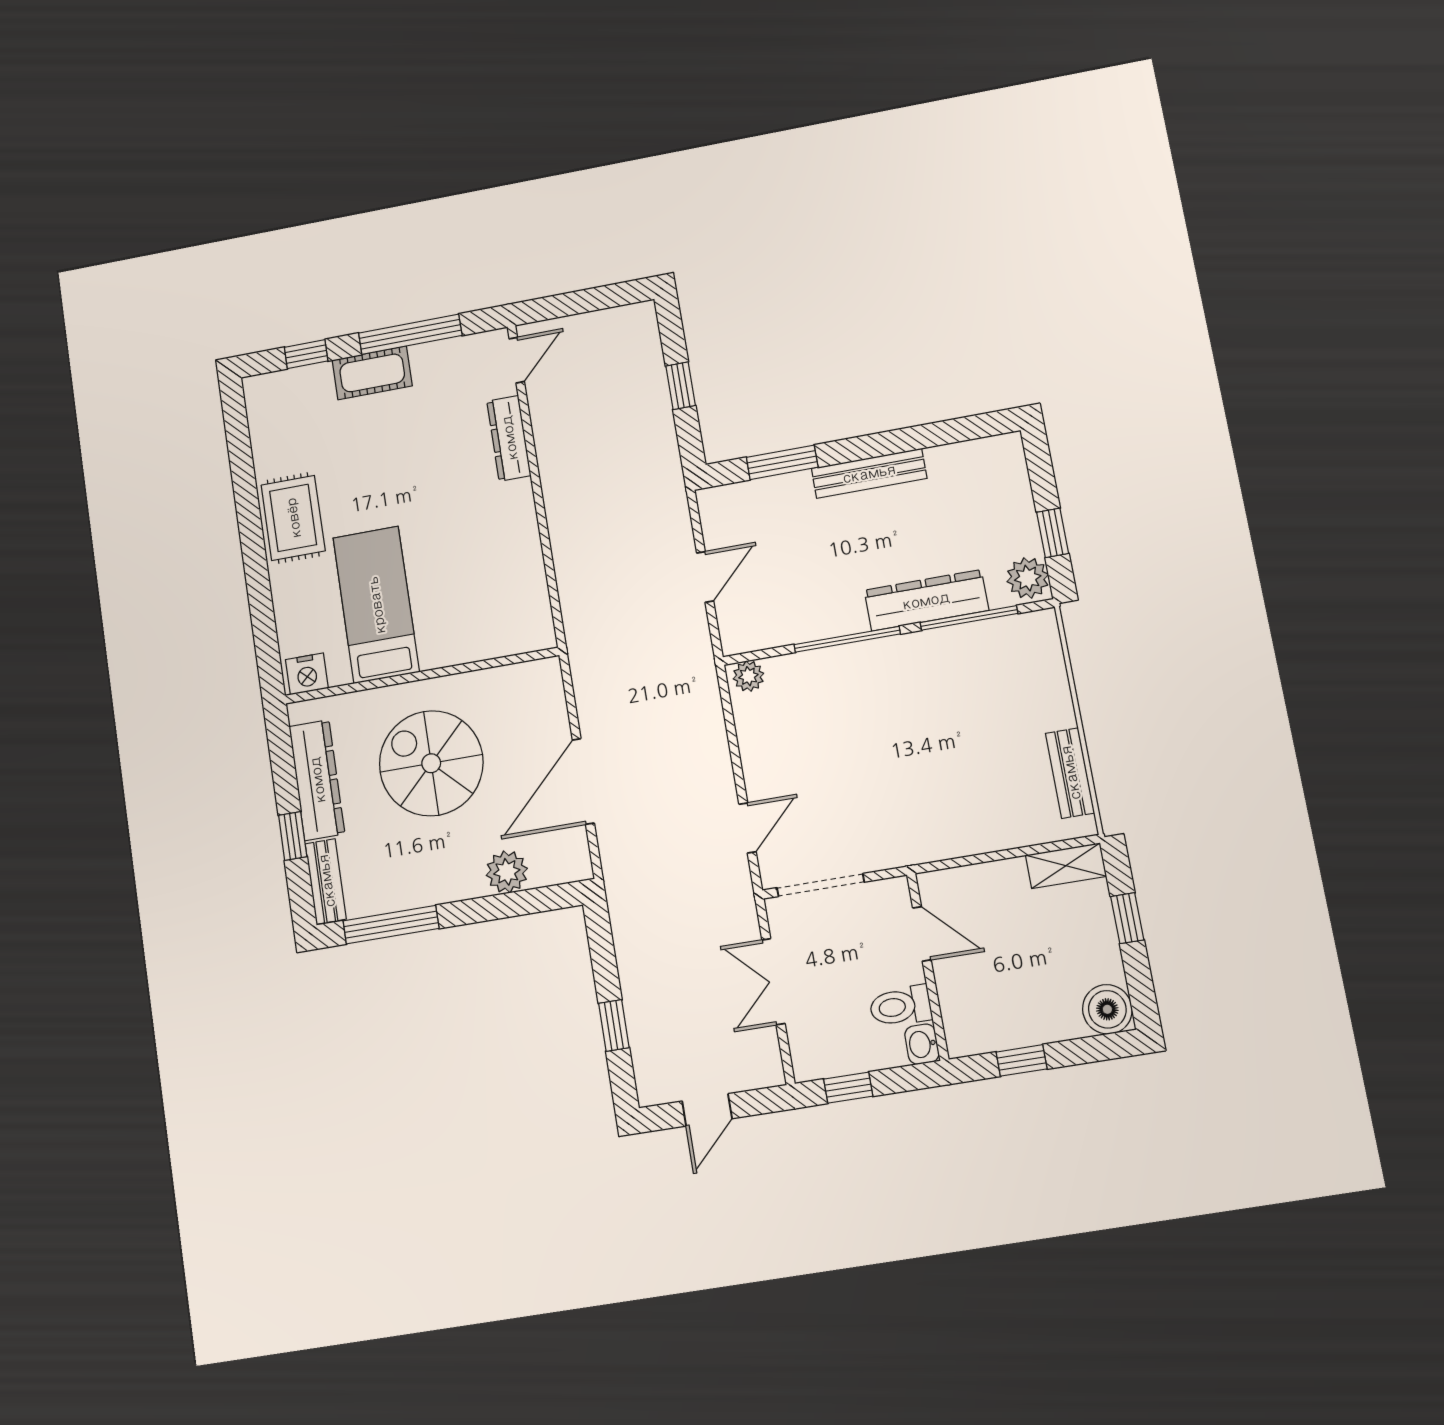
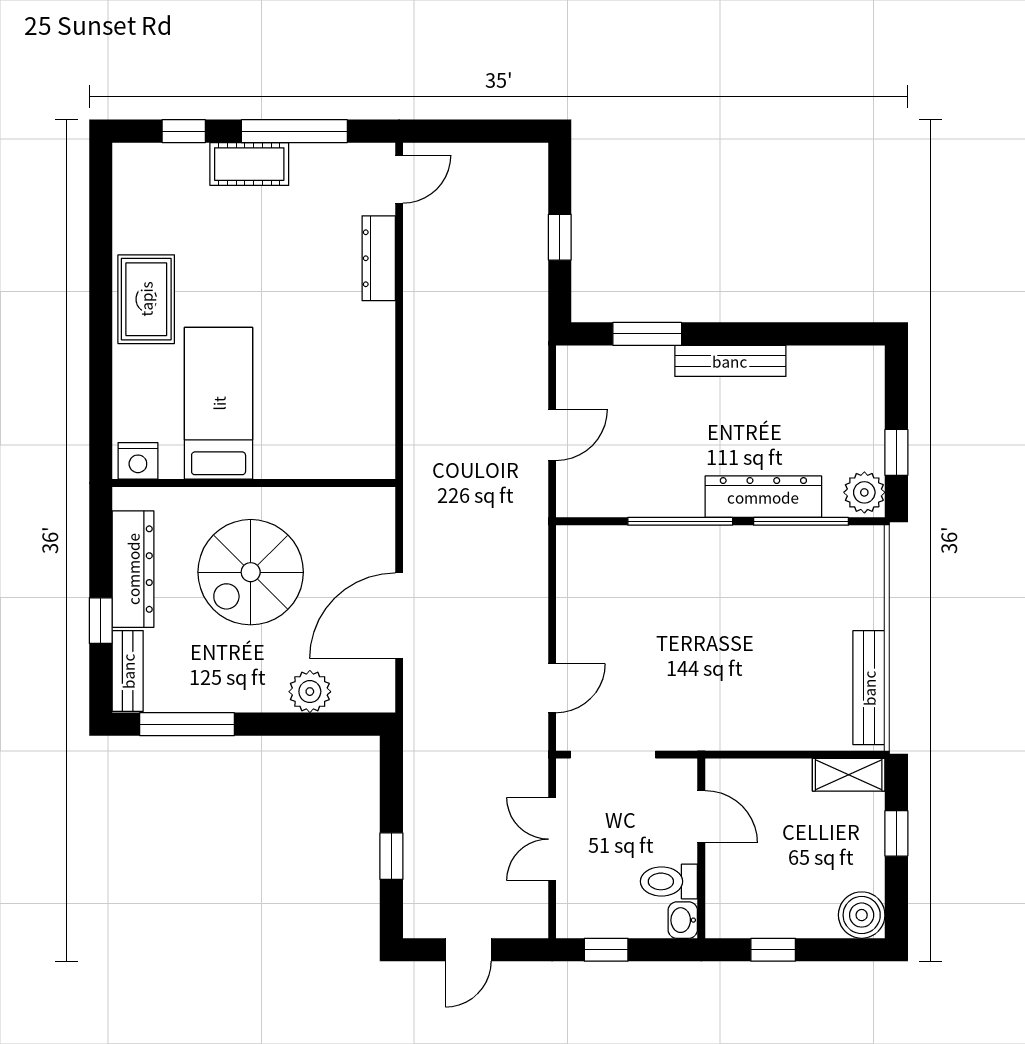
plant: (748, 676) -> (578, 541), removed
spiral stairs: (431, 763) -> (251, 572), turned -90
bench: (1070, 773) -> (869, 688), width x1.36

